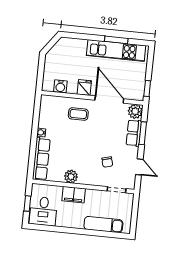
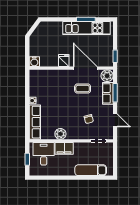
water cooler: (60, 86) -> (34, 62), moved
coffee table: (78, 114) -> (83, 89), moved
desk: (43, 211) -> (44, 154), moved, turned 180

